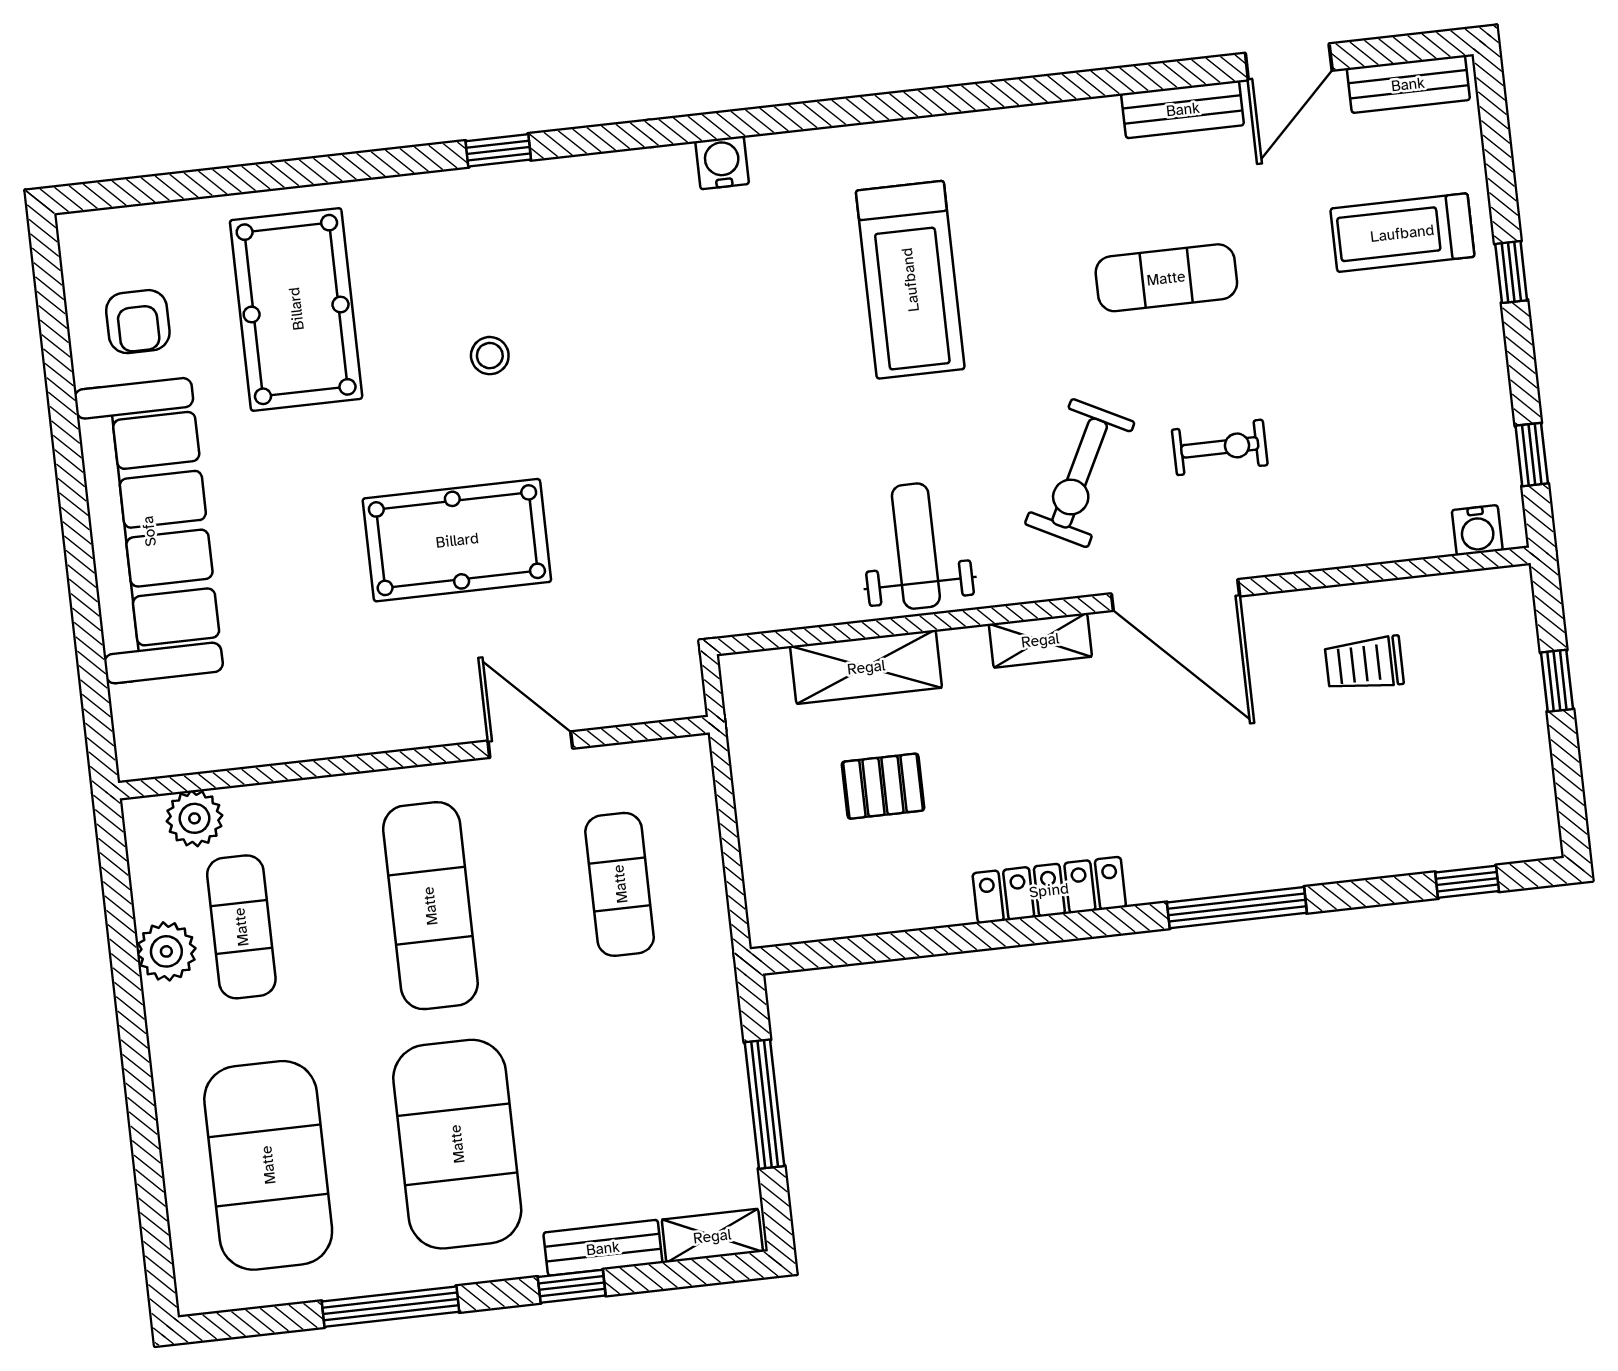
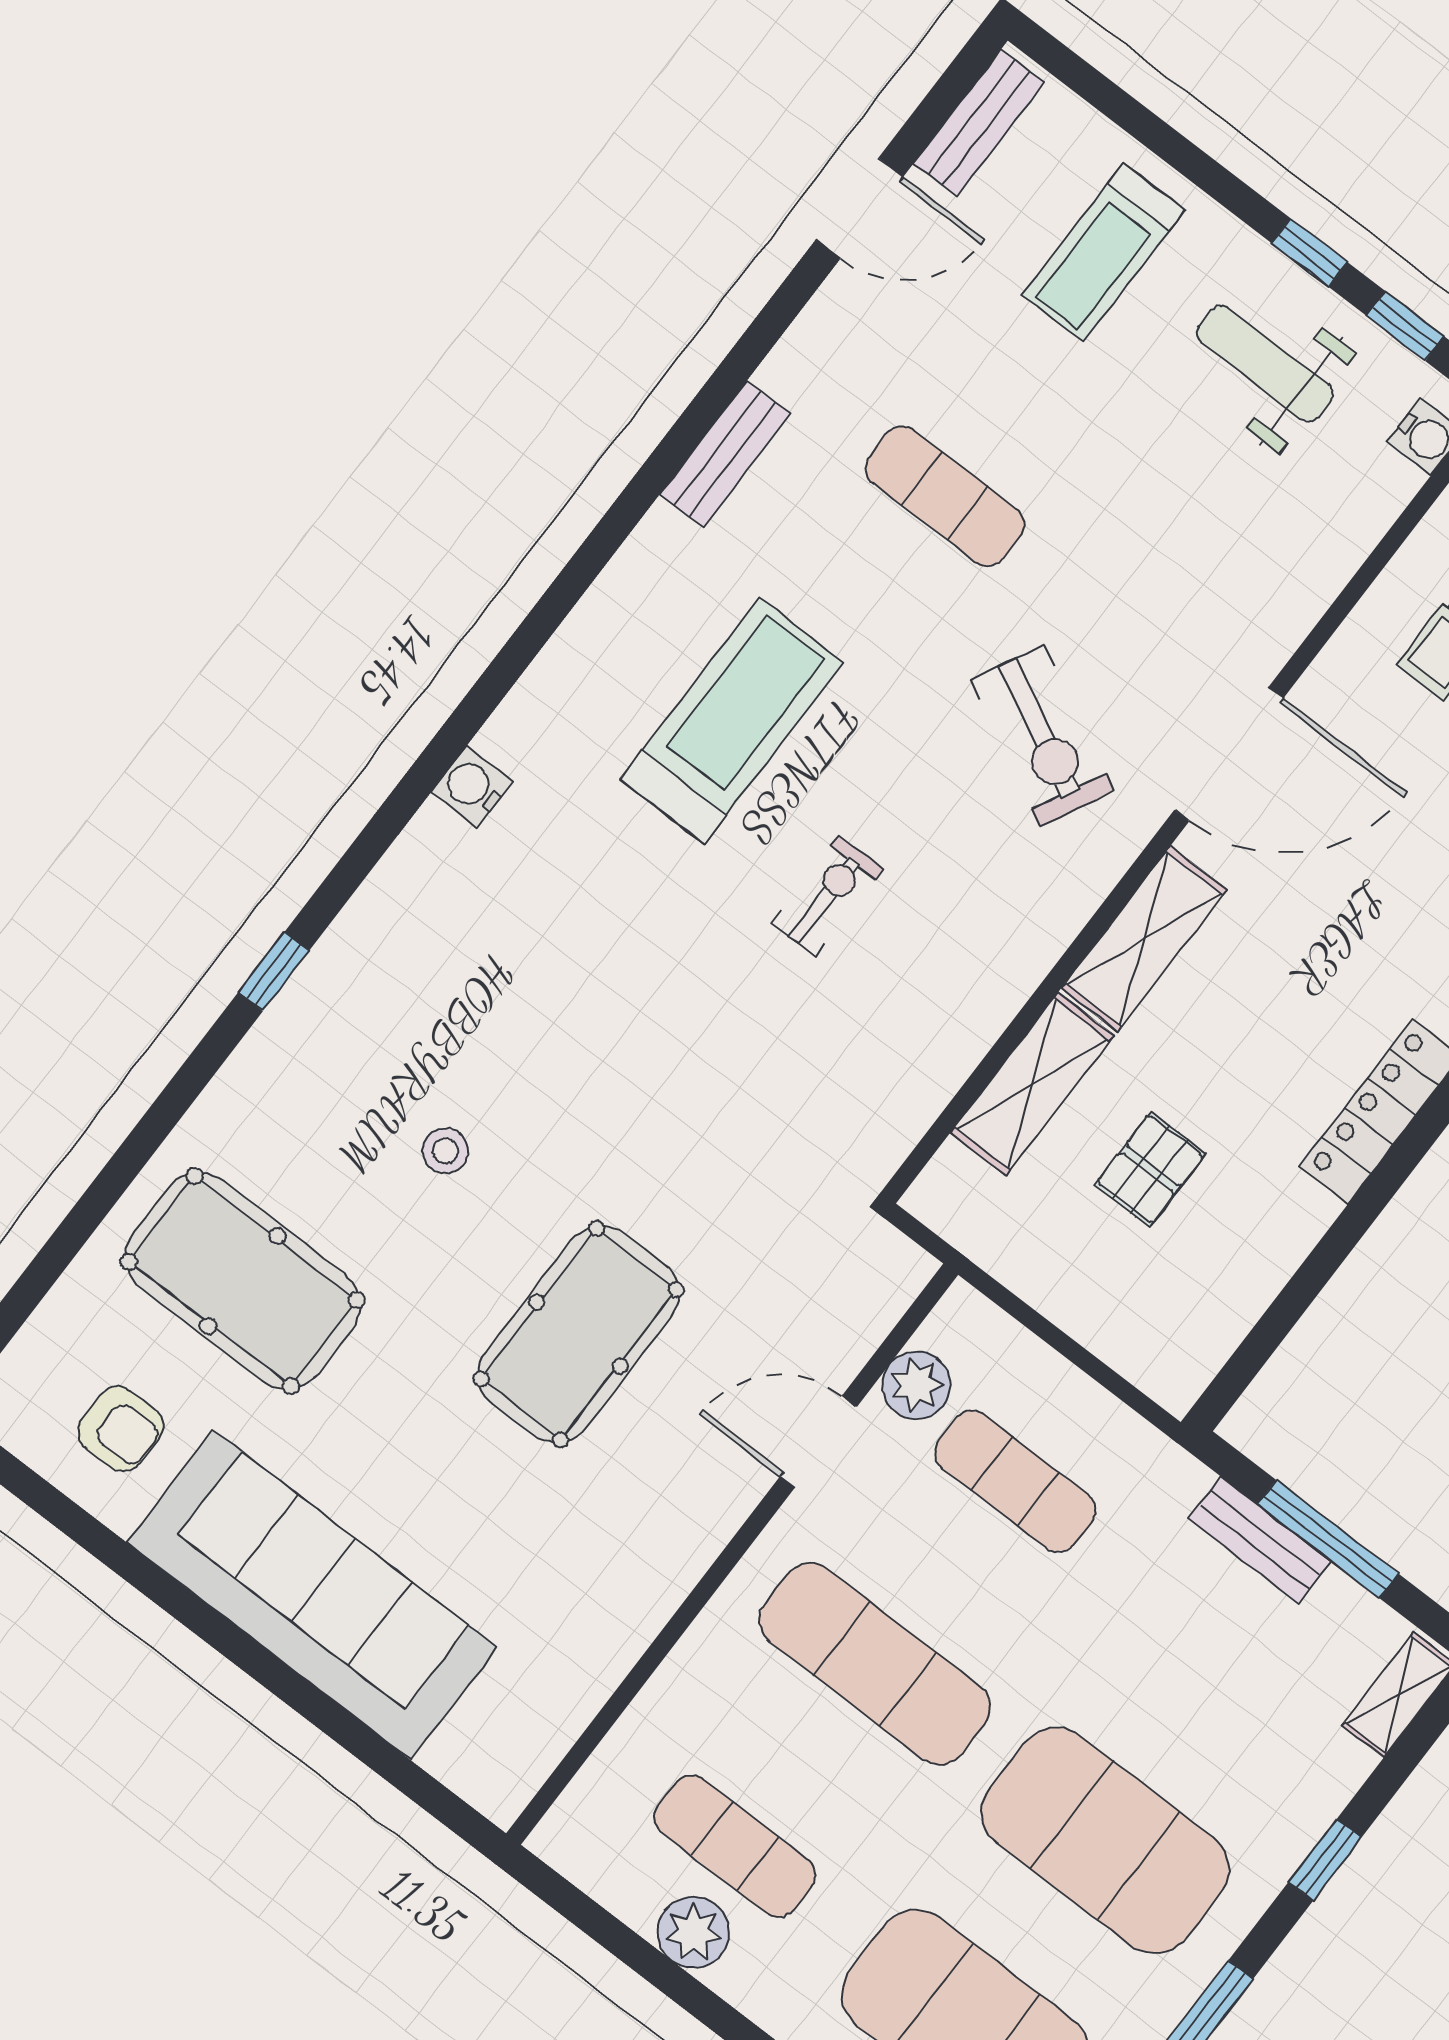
door: (1289, 62) -> (859, 208), hinge flipped
bench: (1183, 109) -> (725, 454), moved
window: (1511, 272) -> (1309, 253), moved
exercise mat: (1166, 278) -> (945, 496), turned 90
treadmill: (910, 280) -> (732, 721), turned -90
exercise bike: (1220, 447) -> (827, 896), moved
weight bench: (916, 546) -> (1265, 363), moved
shelving: (1040, 640) -> (1144, 939), width x1.50, depth x1.33
plant: (194, 818) -> (916, 1385), moved
bench: (603, 1248) -> (1260, 1540), moved, turned 90

